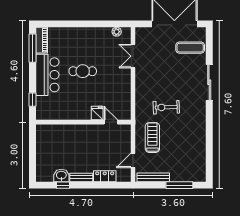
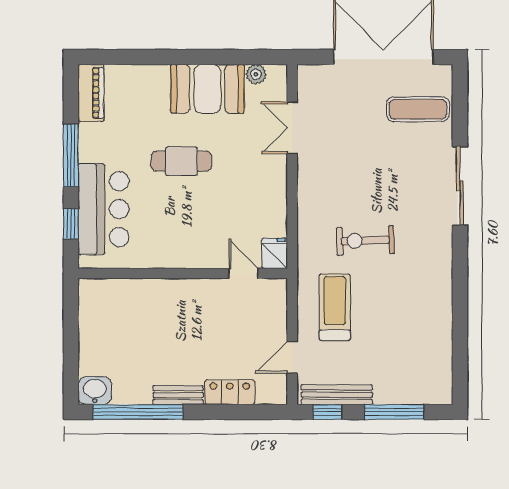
booth: (95, 38) -> (207, 89), added
window: (32, 48) -> (71, 155), moved
bar counter: (47, 75) -> (104, 209), moved
fridge: (97, 113) -> (274, 253), moved
washbasin: (61, 175) -> (95, 391), moved
window: (63, 185) -> (138, 412), width x3.17
window: (149, 185) -> (327, 412), added

